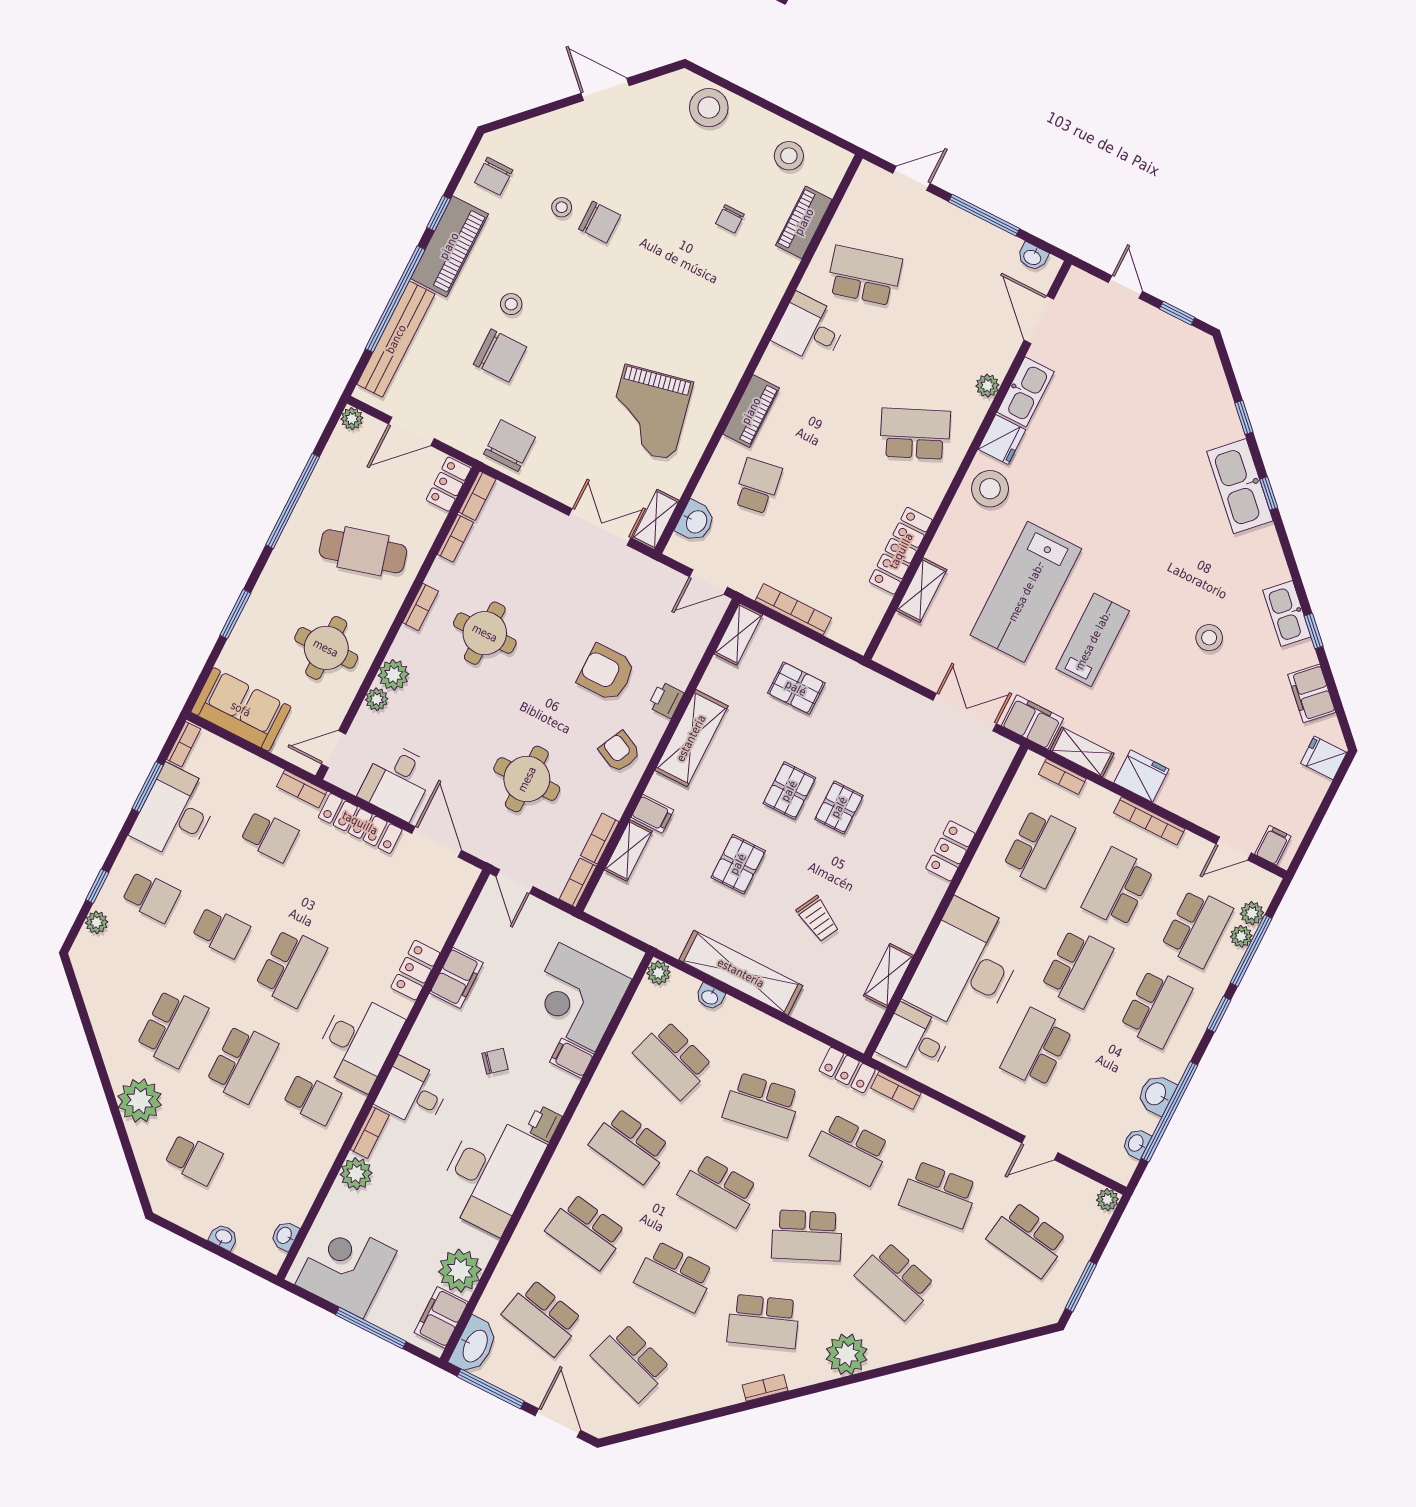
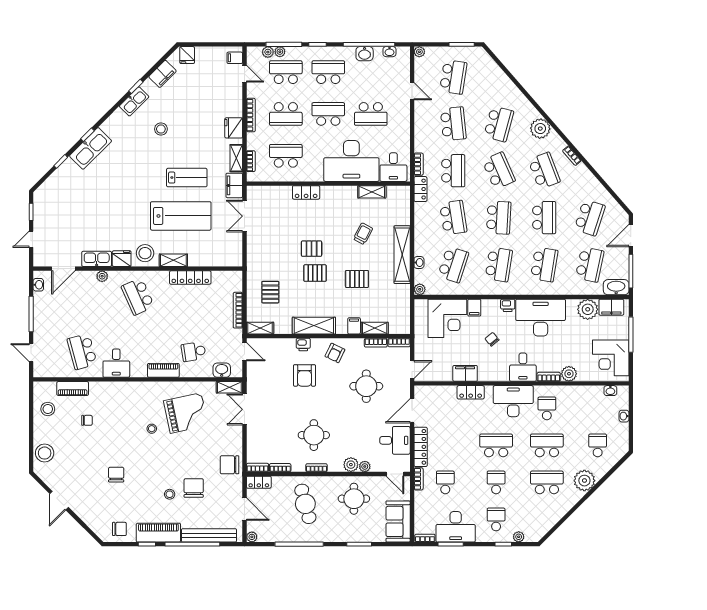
stool: (562, 207) -> (152, 429), moved
shelving: (921, 590) -> (173, 260), moved
lab bench: (1093, 640) -> (187, 178), turned 180

